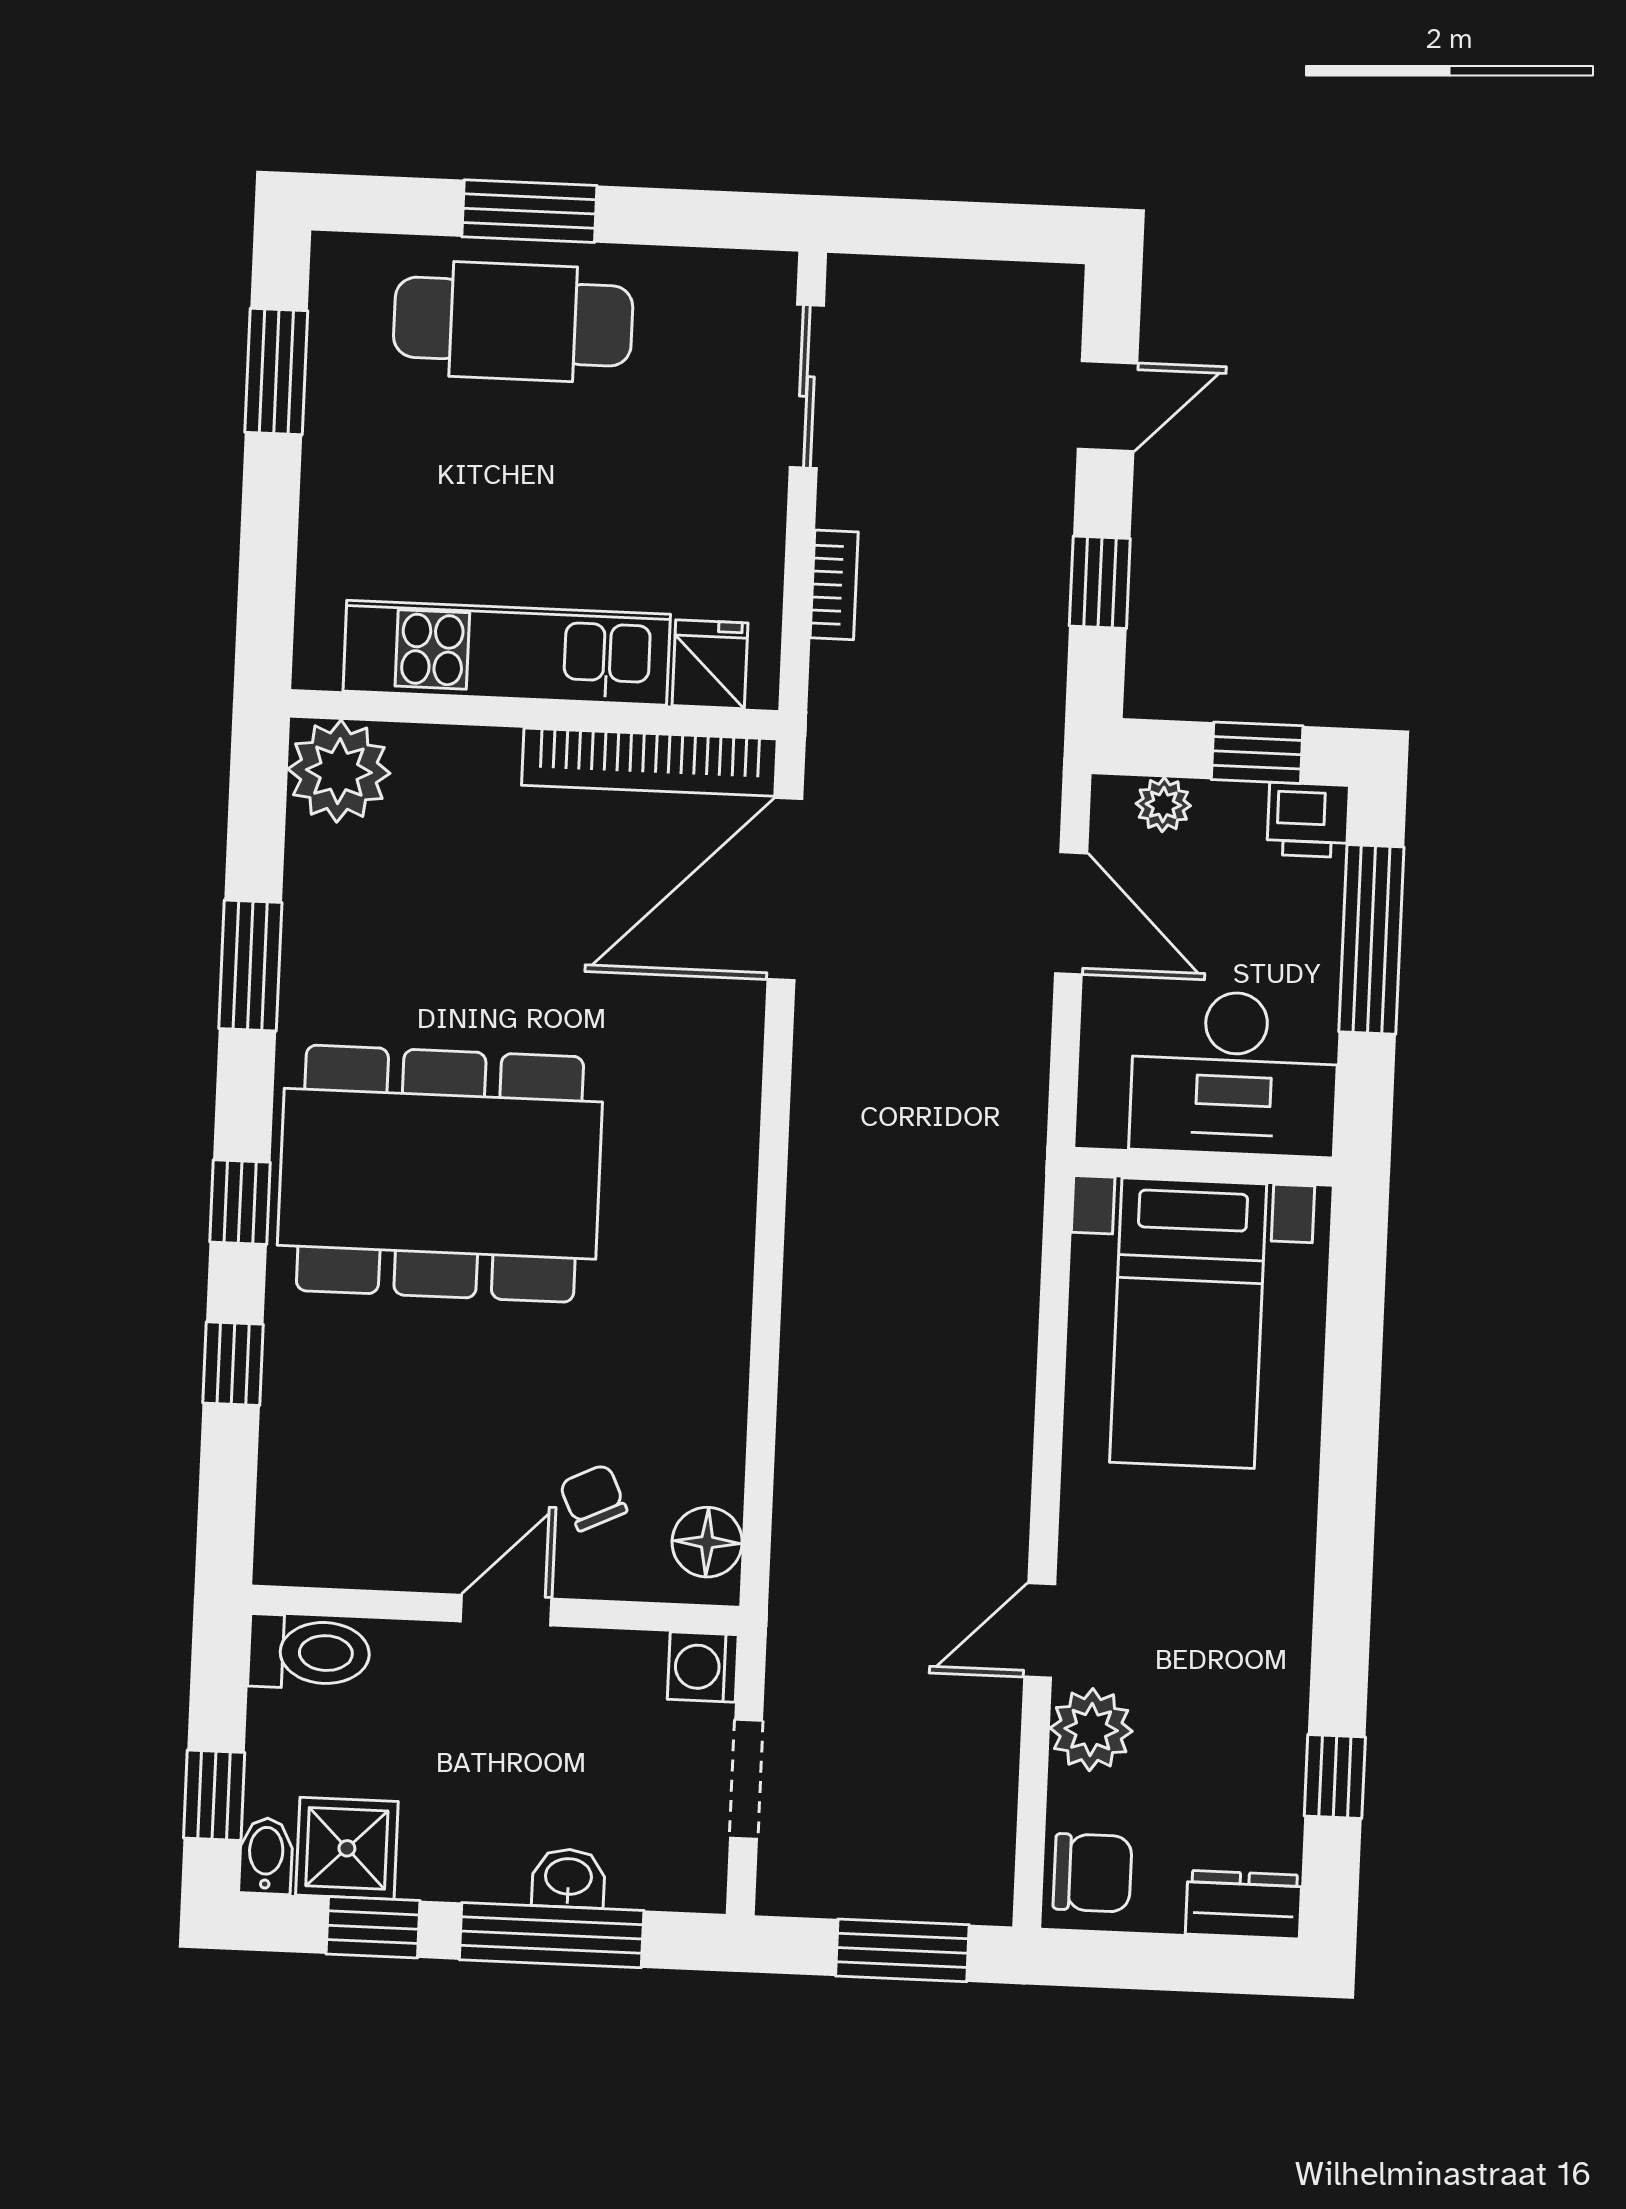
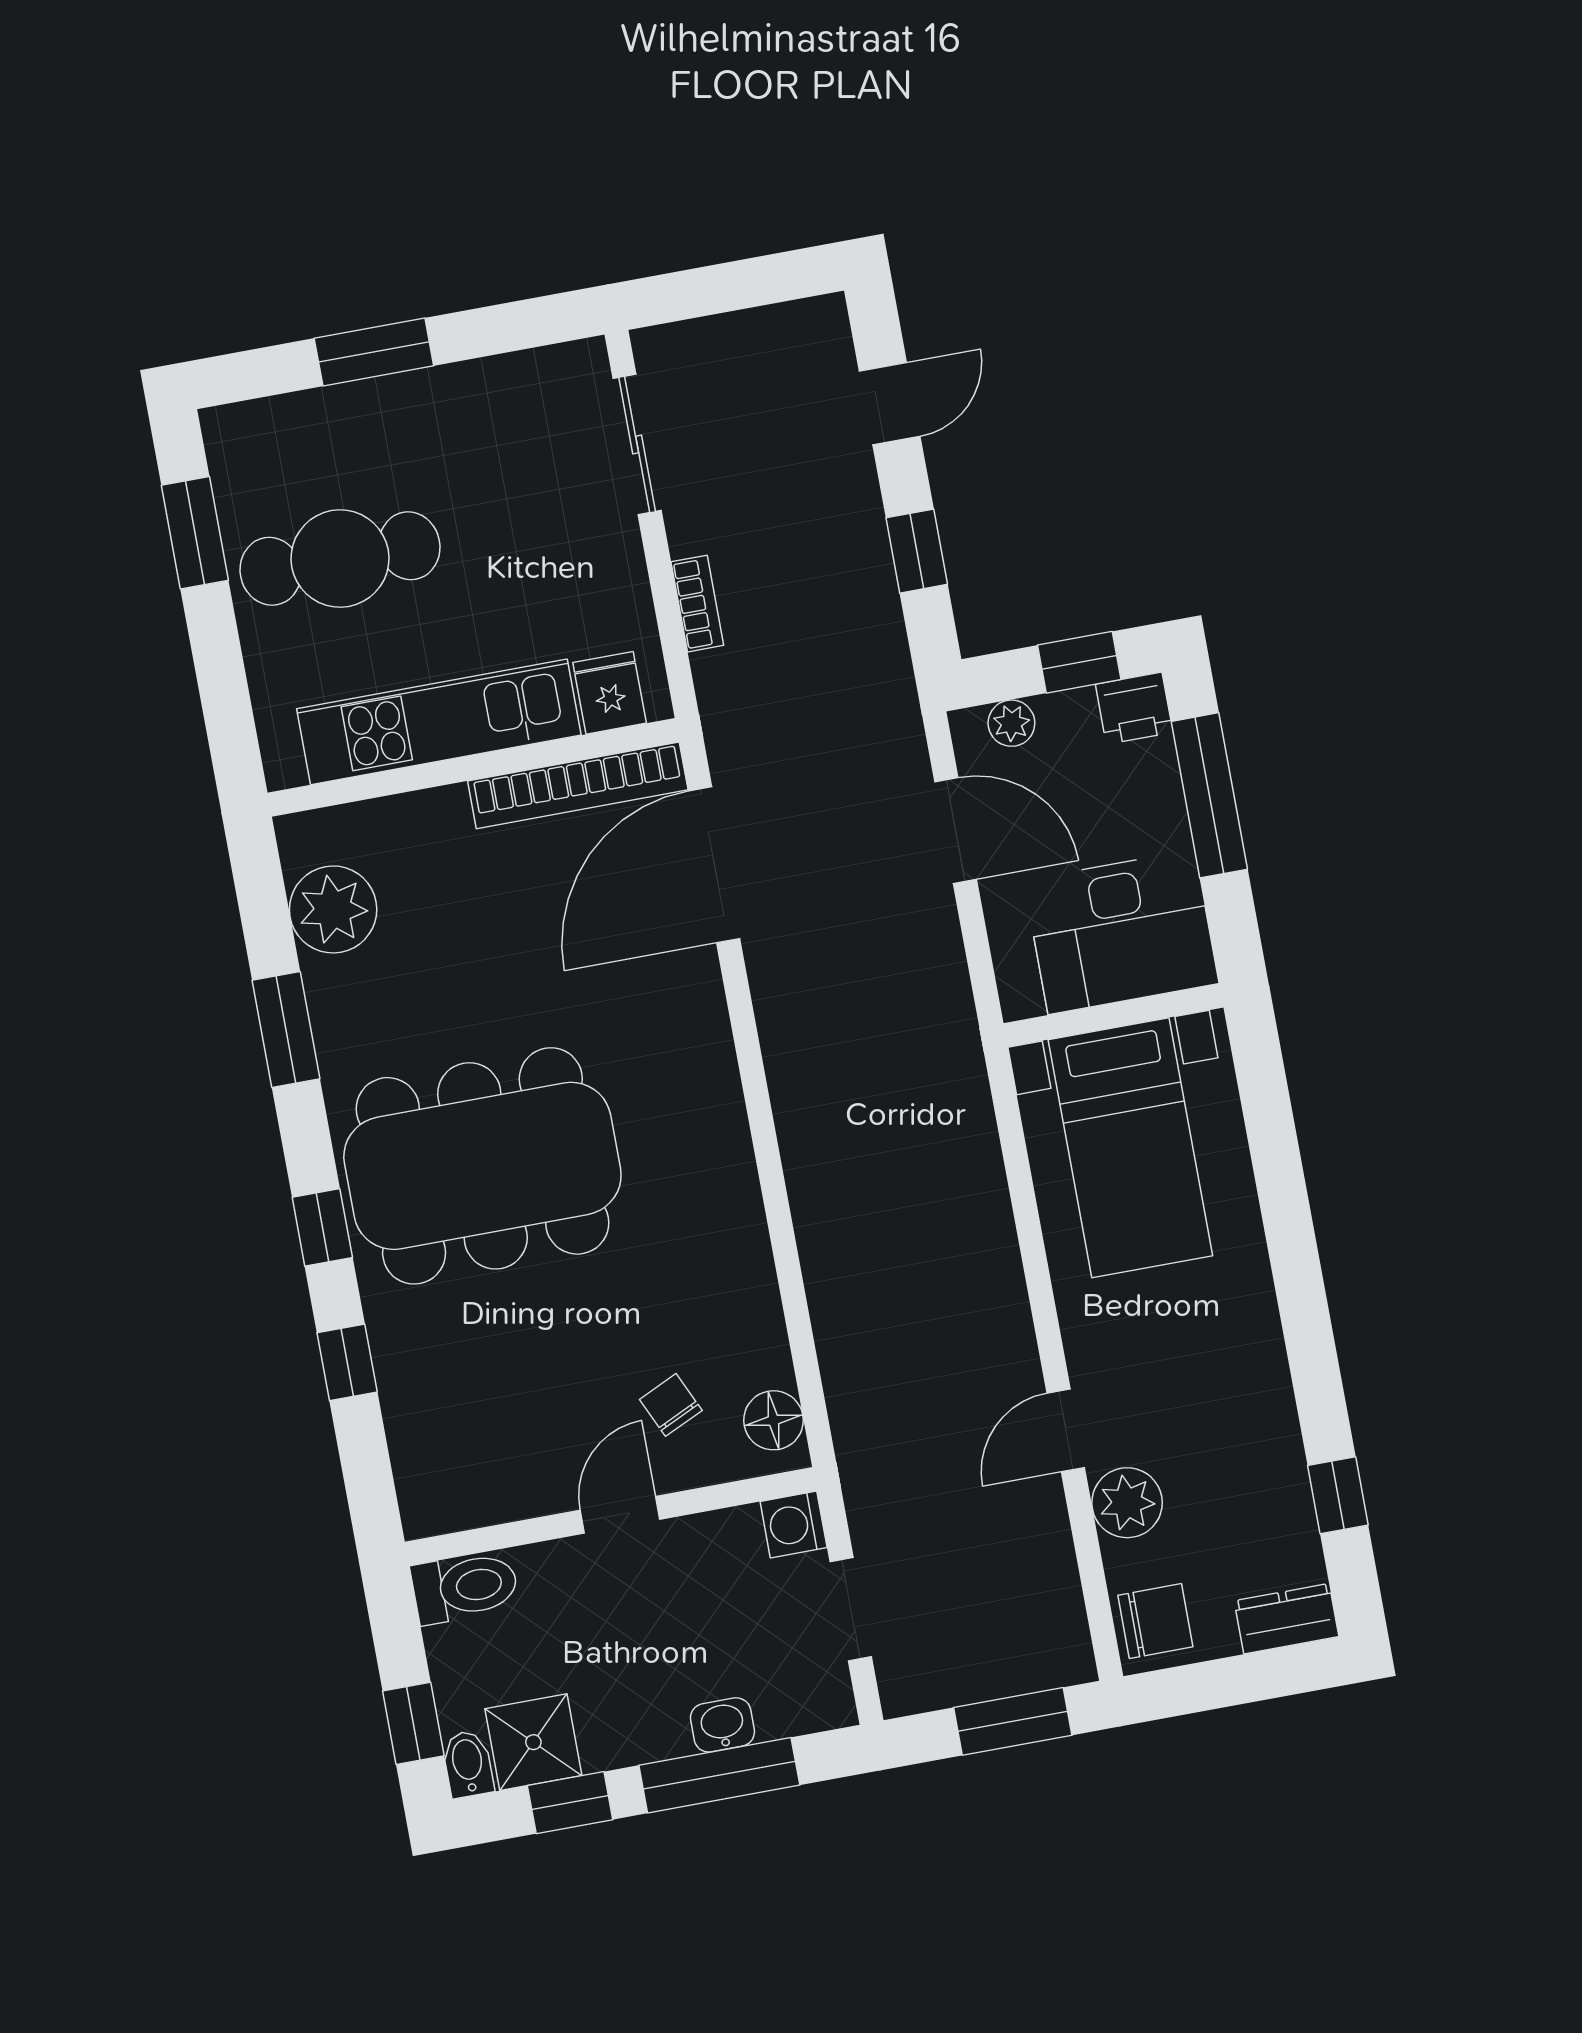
cafe table: (513, 322) -> (340, 559), moved
plant: (339, 771) -> (333, 909), moved

